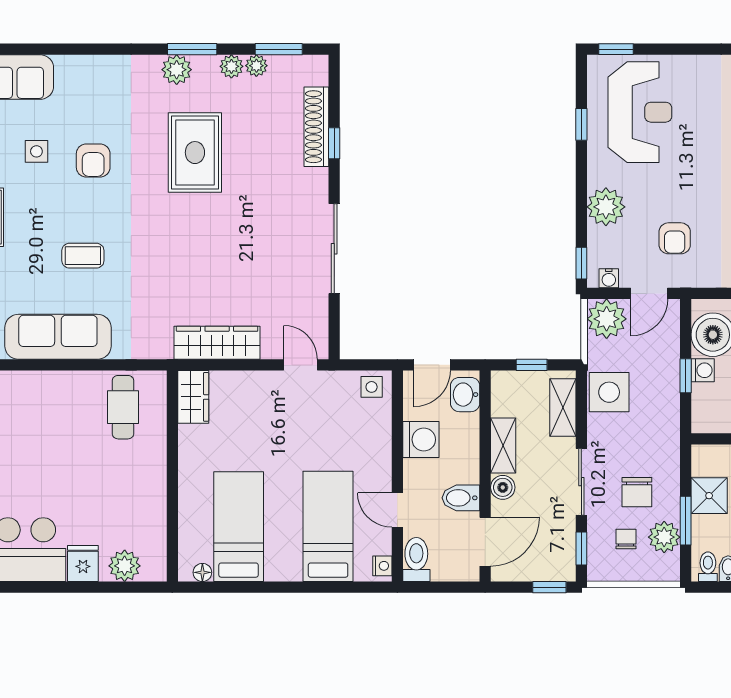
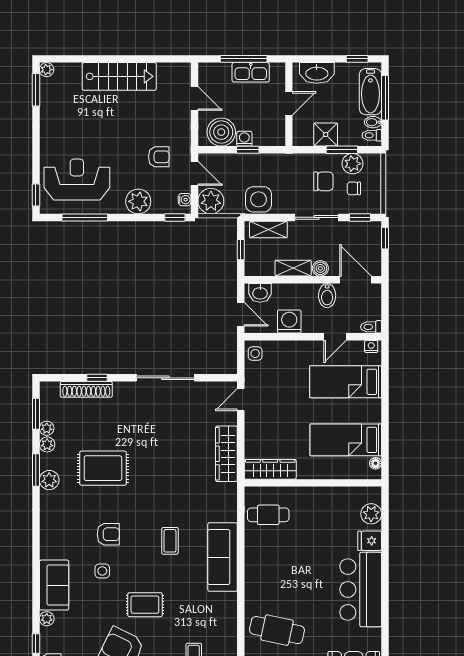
window: (581, 124) -> (85, 217), width x2.17
wardrobe: (193, 397) -> (270, 469), width x1.50
toilet: (416, 560) -> (371, 327), width x0.73, depth x0.72

